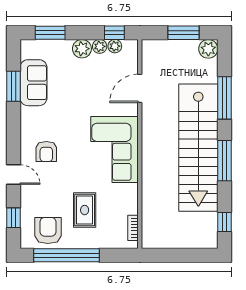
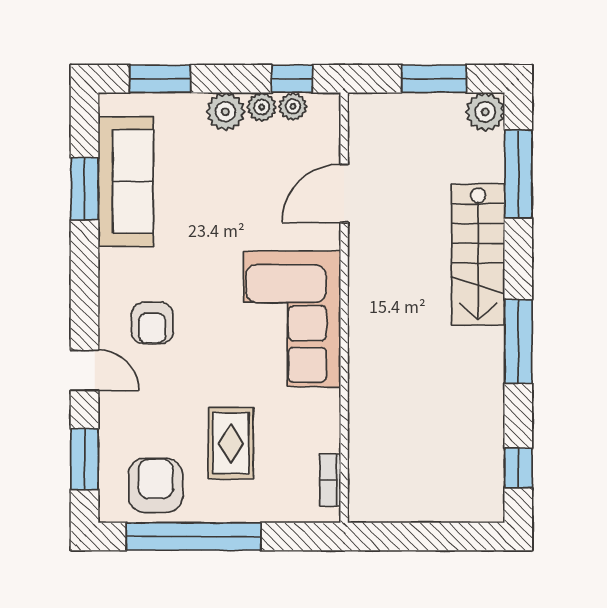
sofa: (33, 83) -> (126, 181), width x1.36
window: (224, 98) -> (518, 174), moved
stairs: (198, 148) -> (478, 255), width x0.54, depth x0.66
window: (13, 218) -> (85, 459), width x1.50

